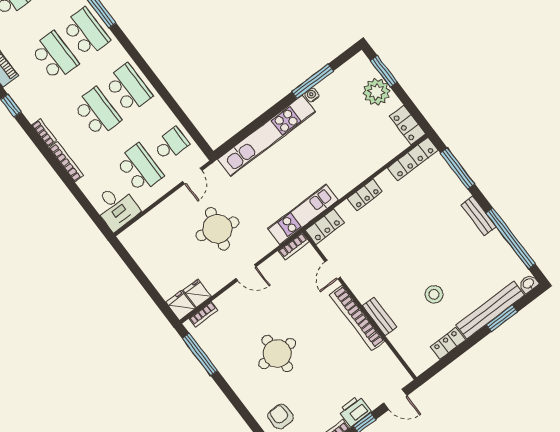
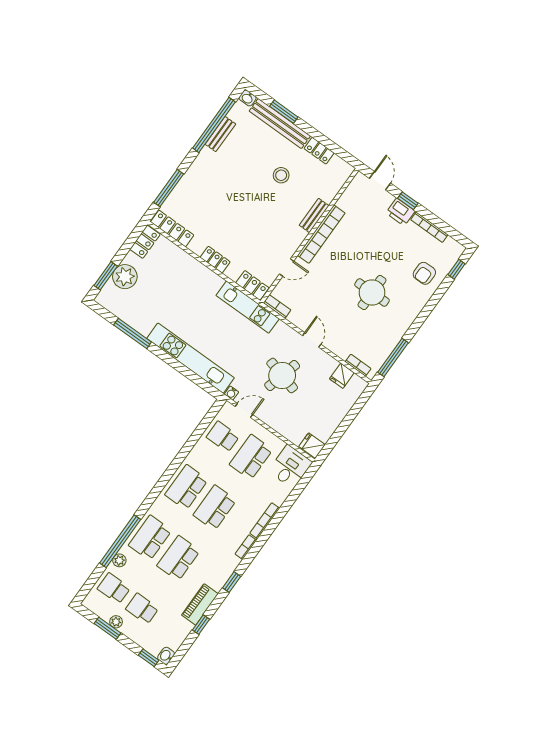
water cooler: (312, 95) -> (231, 393), moved
bench: (478, 216) -> (220, 134), moved
fridge: (181, 305) -> (312, 446), moved, turned 90

